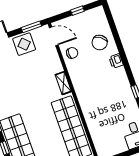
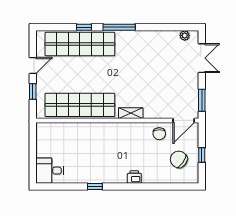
chair: (100, 43) -> (179, 159), moved
display table: (24, 44) -> (186, 86), removed

